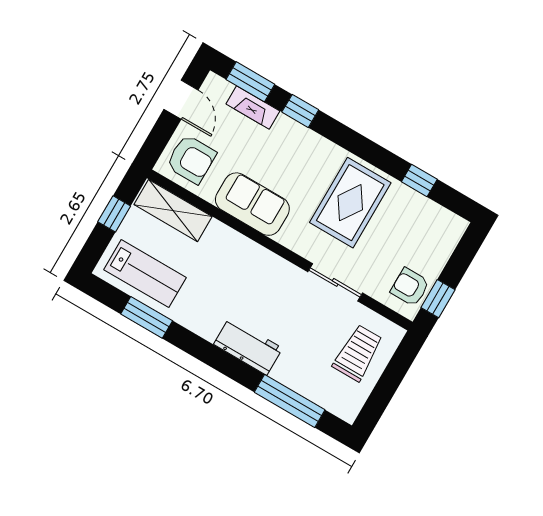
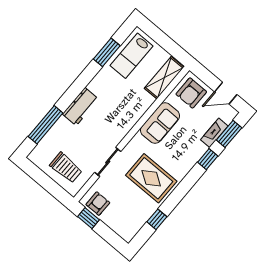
window: (114, 214) -> (168, 44), removed

